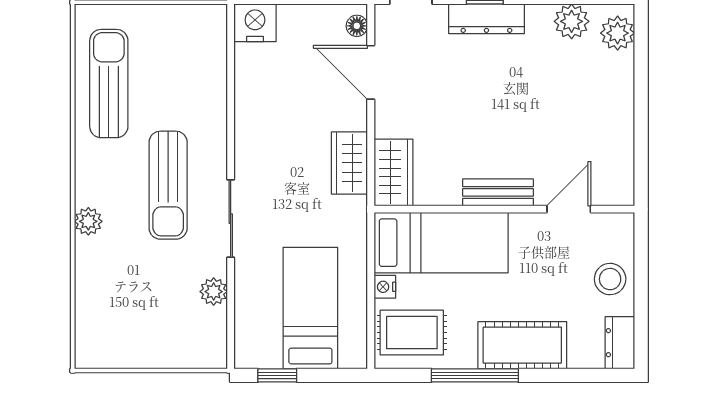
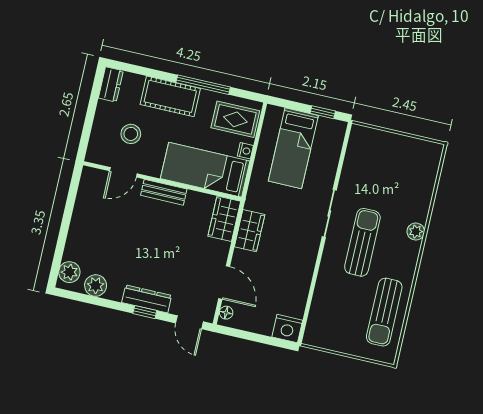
stool: (610, 279) -> (131, 134), moved
plant: (214, 292) -> (350, 172), removed

